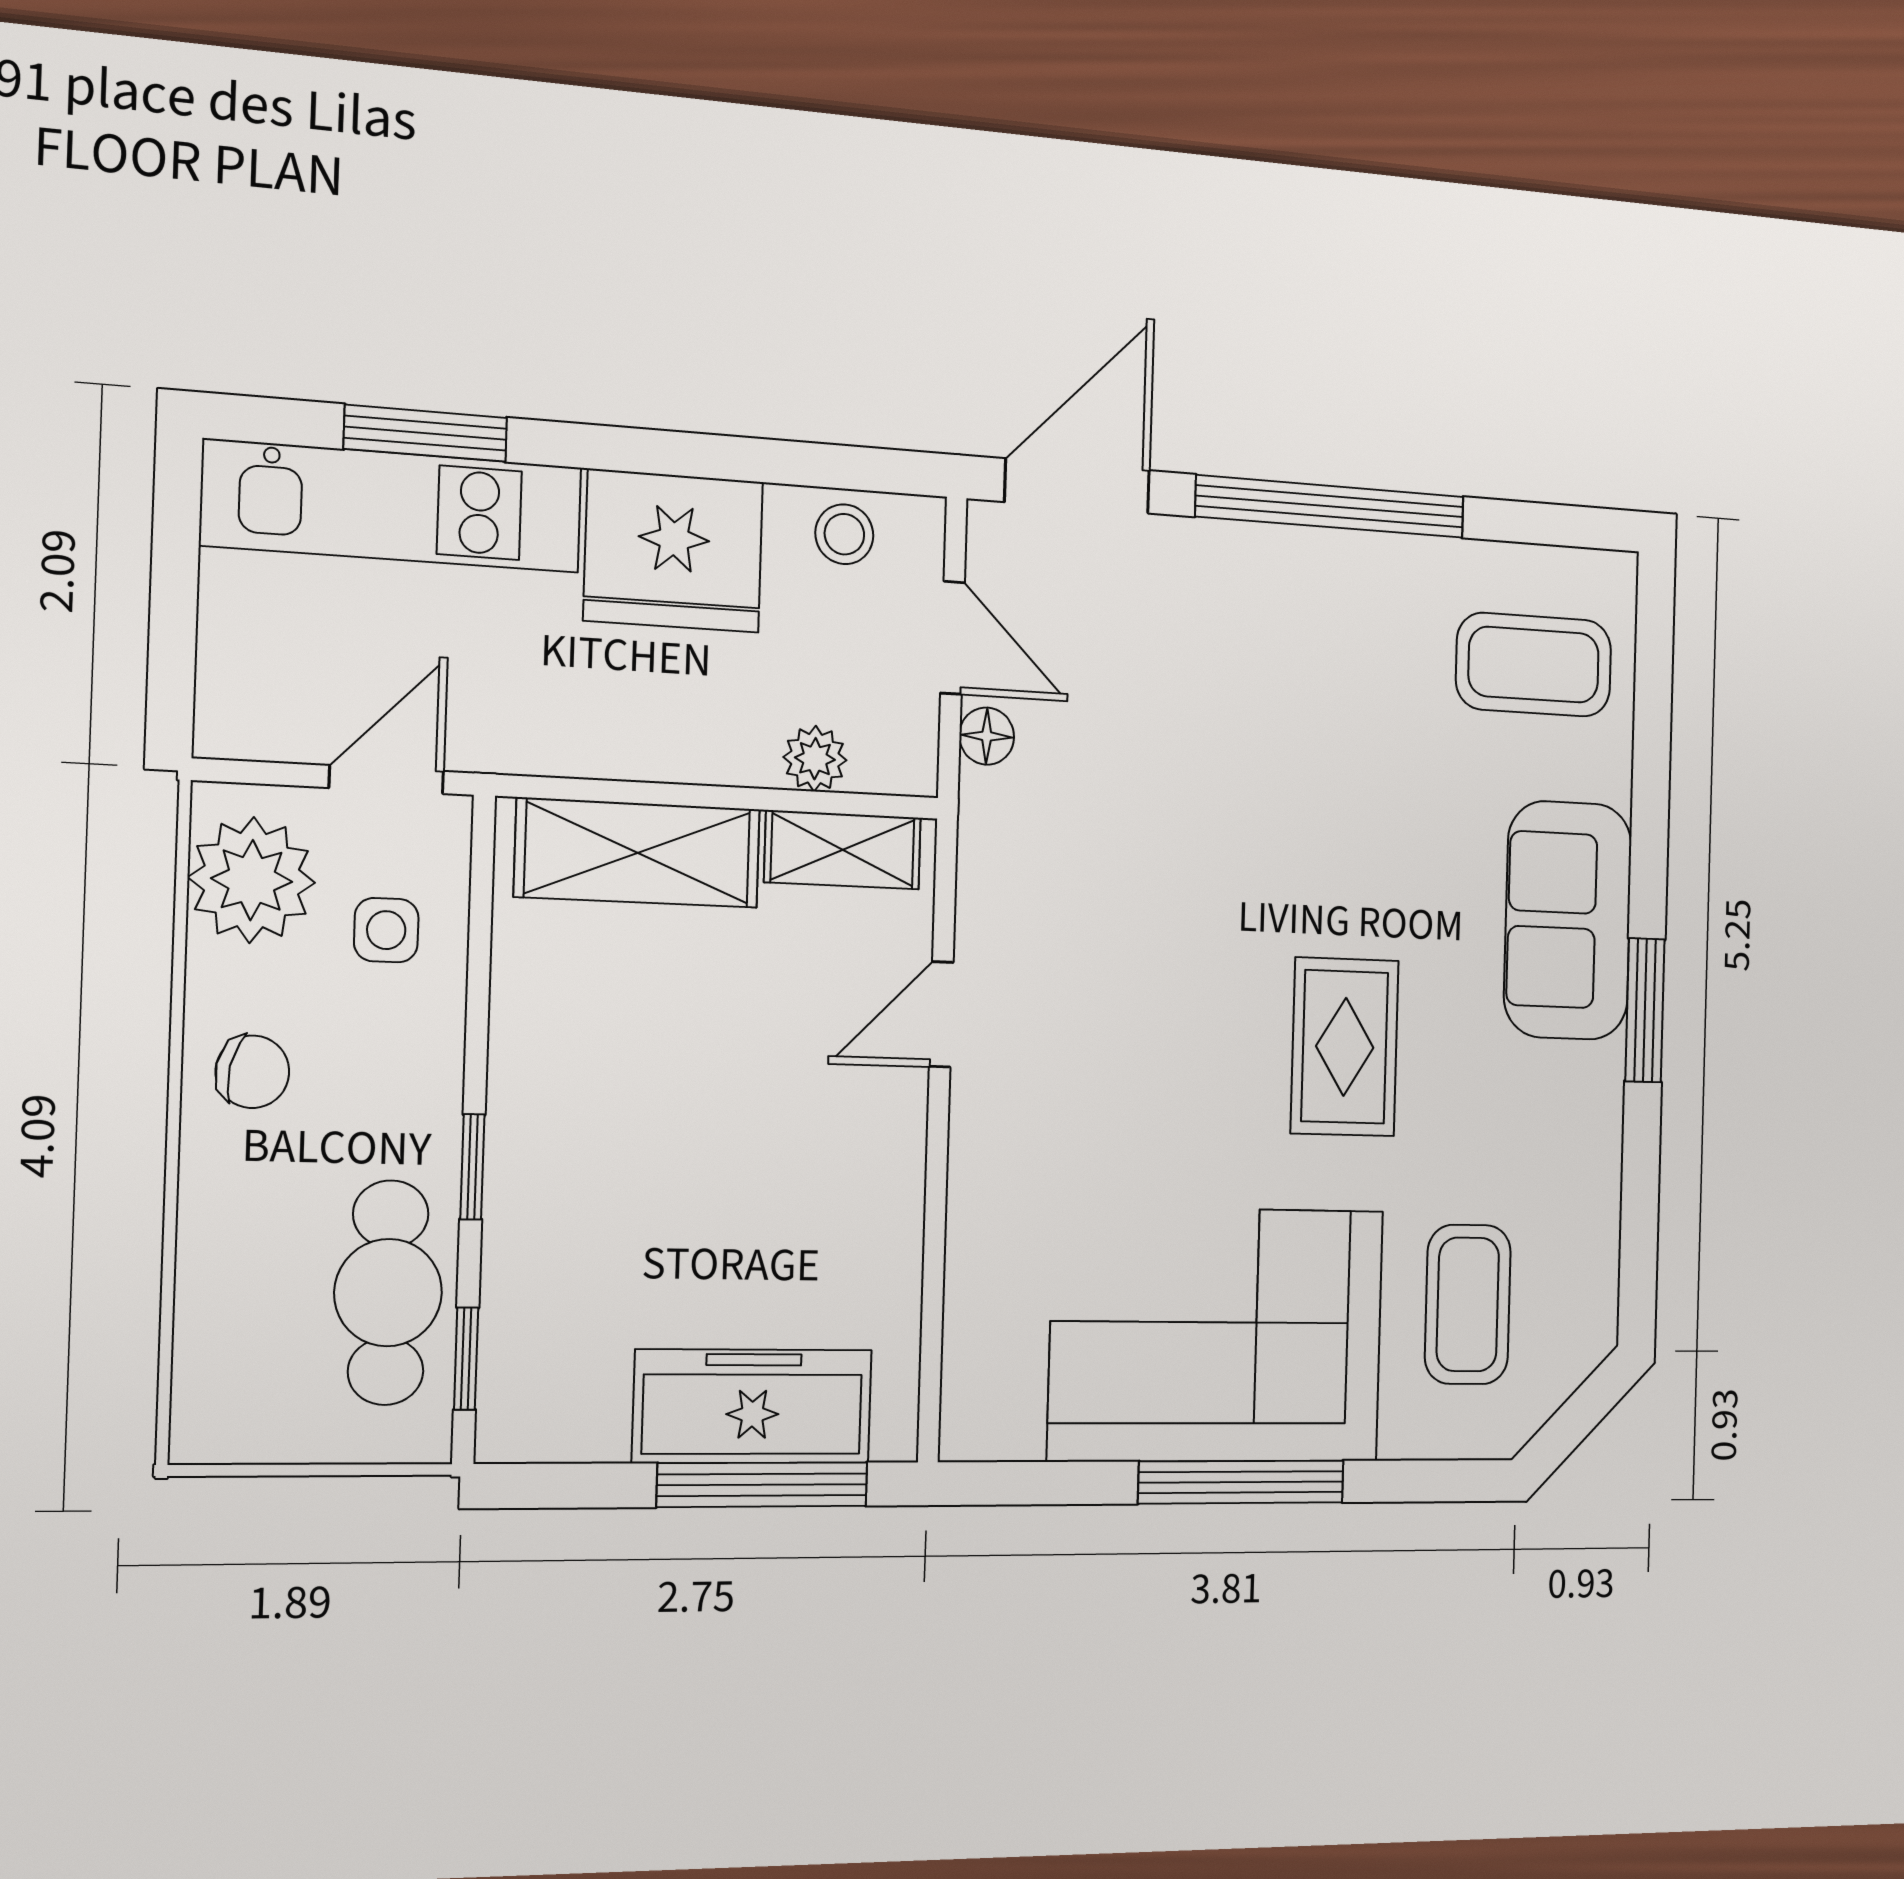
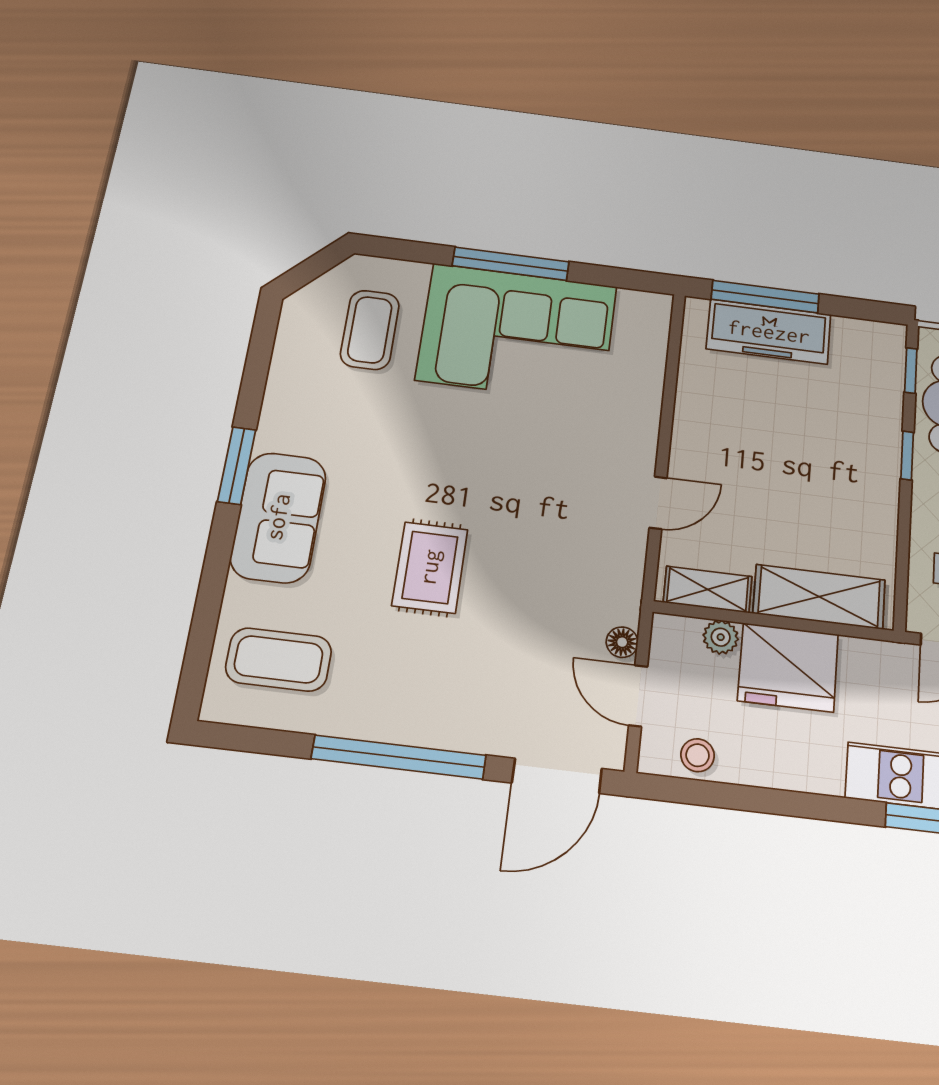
fridge: (674, 551) -> (788, 667), moved, turned 180
rug: (1345, 1047) -> (430, 567), moved

